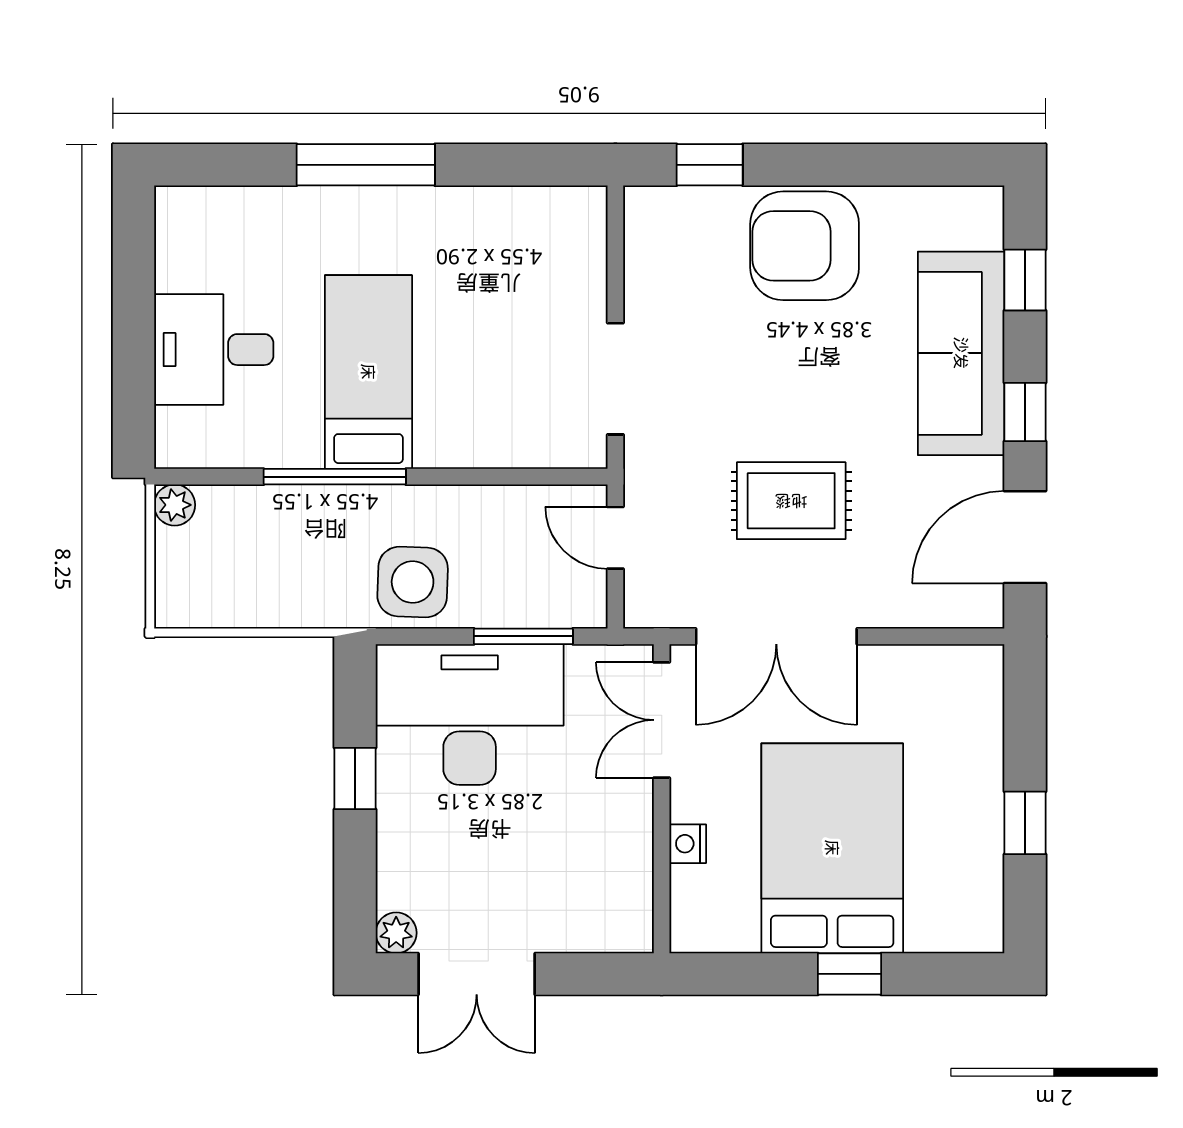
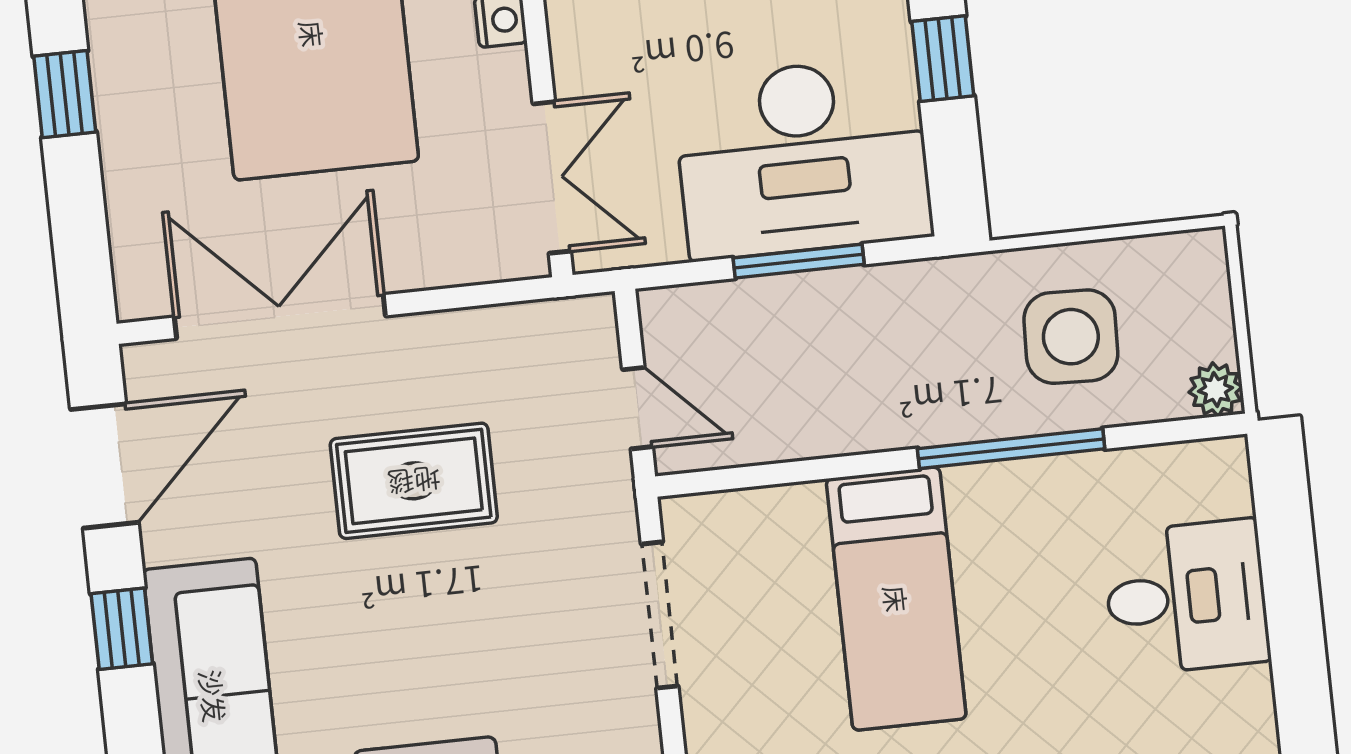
bed: (368, 372) -> (896, 599), moved
side table: (413, 582) -> (1071, 337), moved
window: (523, 636) -> (799, 261), moved
double door: (776, 636) -> (280, 317), moved

